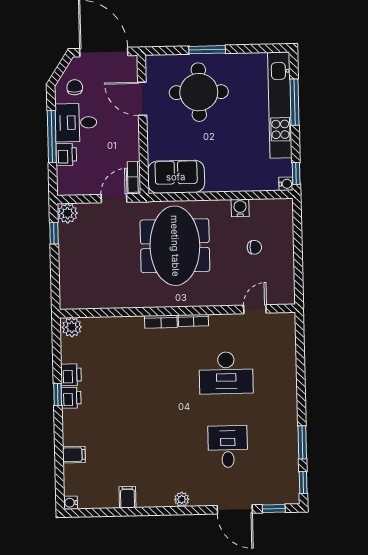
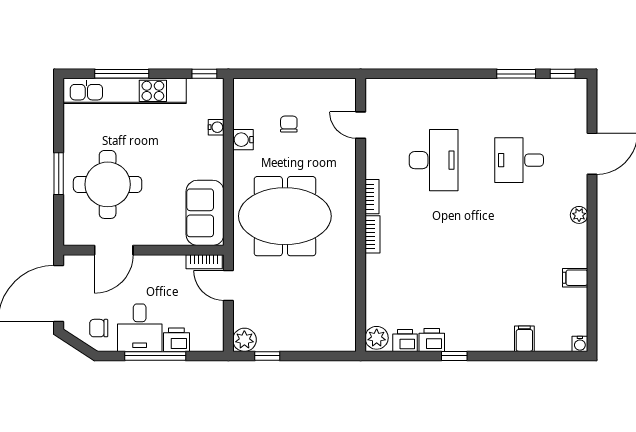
water cooler: (286, 184) -> (216, 127), moved, turned 90
printer: (71, 398) -> (405, 340), moved
window: (274, 509) -> (592, 108), removed

